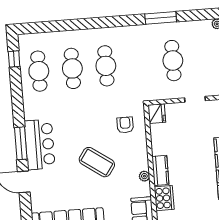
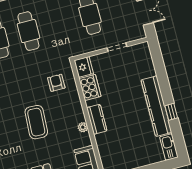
coffee table: (97, 162) -> (36, 122), turned 58
cooker: (164, 198) -> (90, 87), moved

